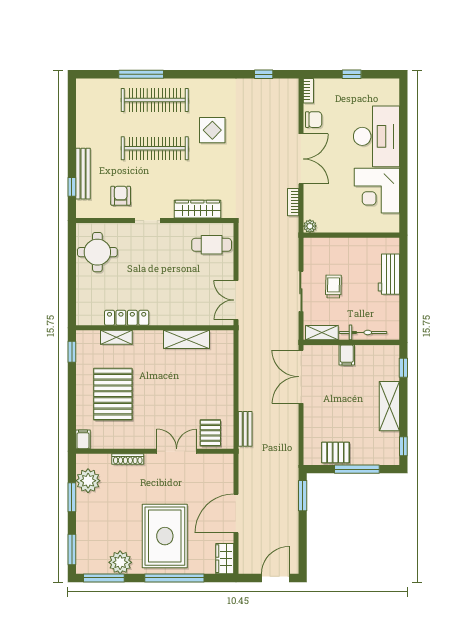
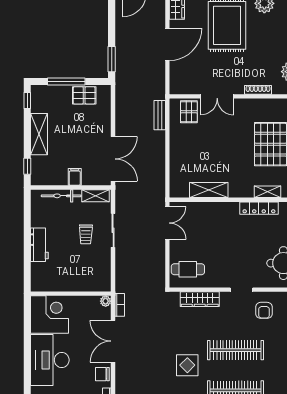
plant: (310, 226) -> (106, 301), moved
wall: (351, 235) -> (71, 294), moved

